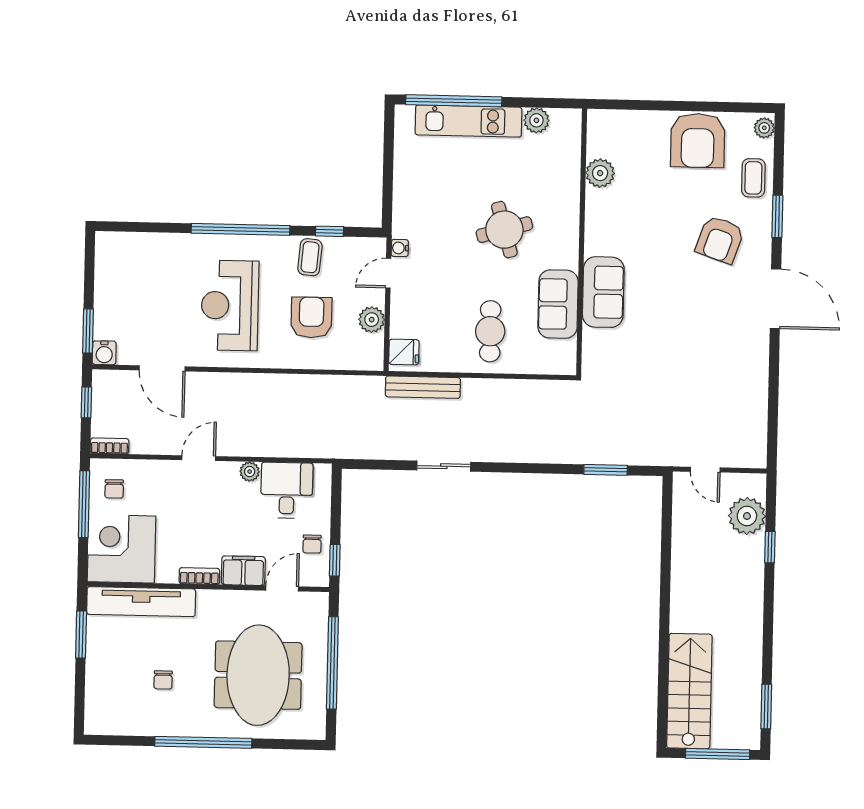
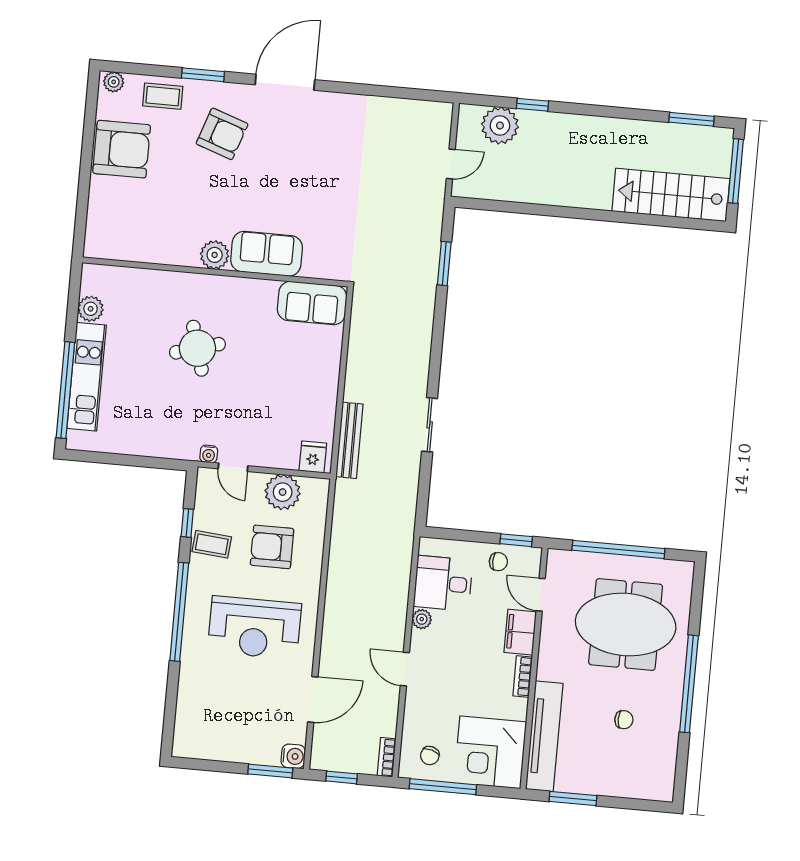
plant: (600, 173) -> (215, 255), moved
sofa: (558, 304) -> (312, 303), moved
plant: (372, 320) -> (283, 492), width x1.36, depth x1.36
cafe table: (490, 331) -> (298, 369), removed
chair: (114, 489) -> (430, 756), turned 107

